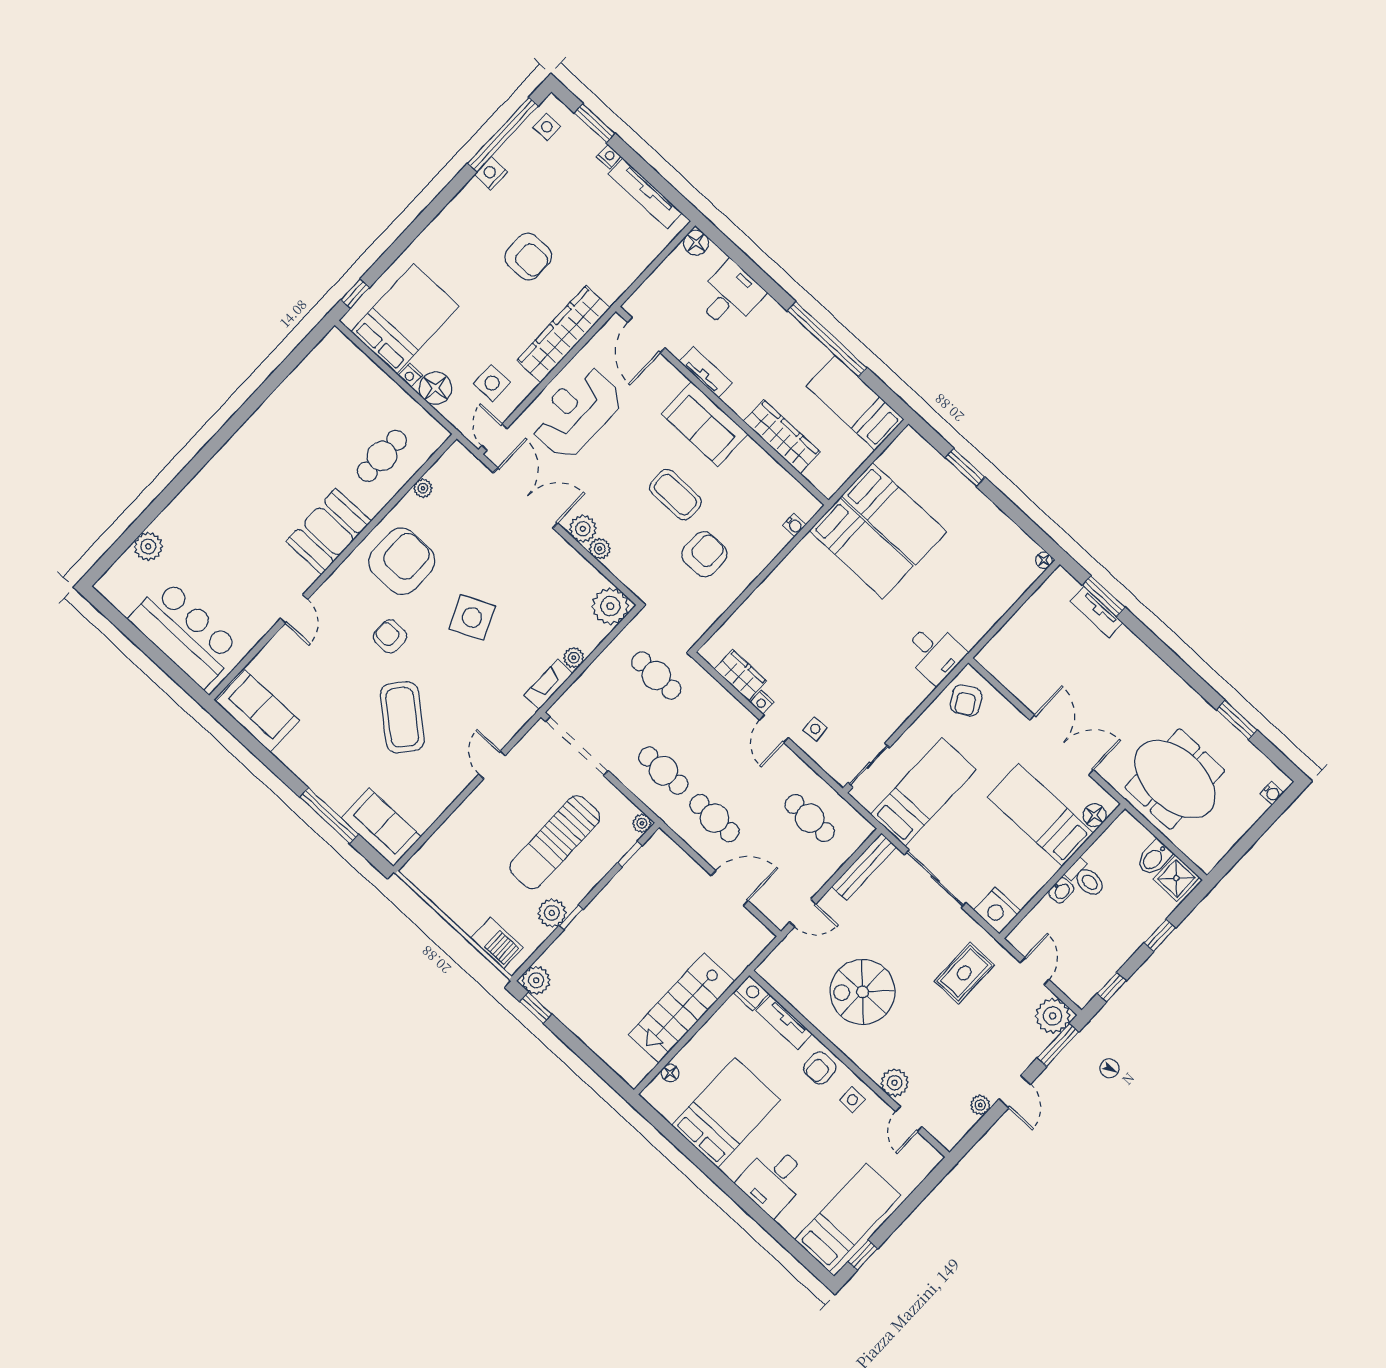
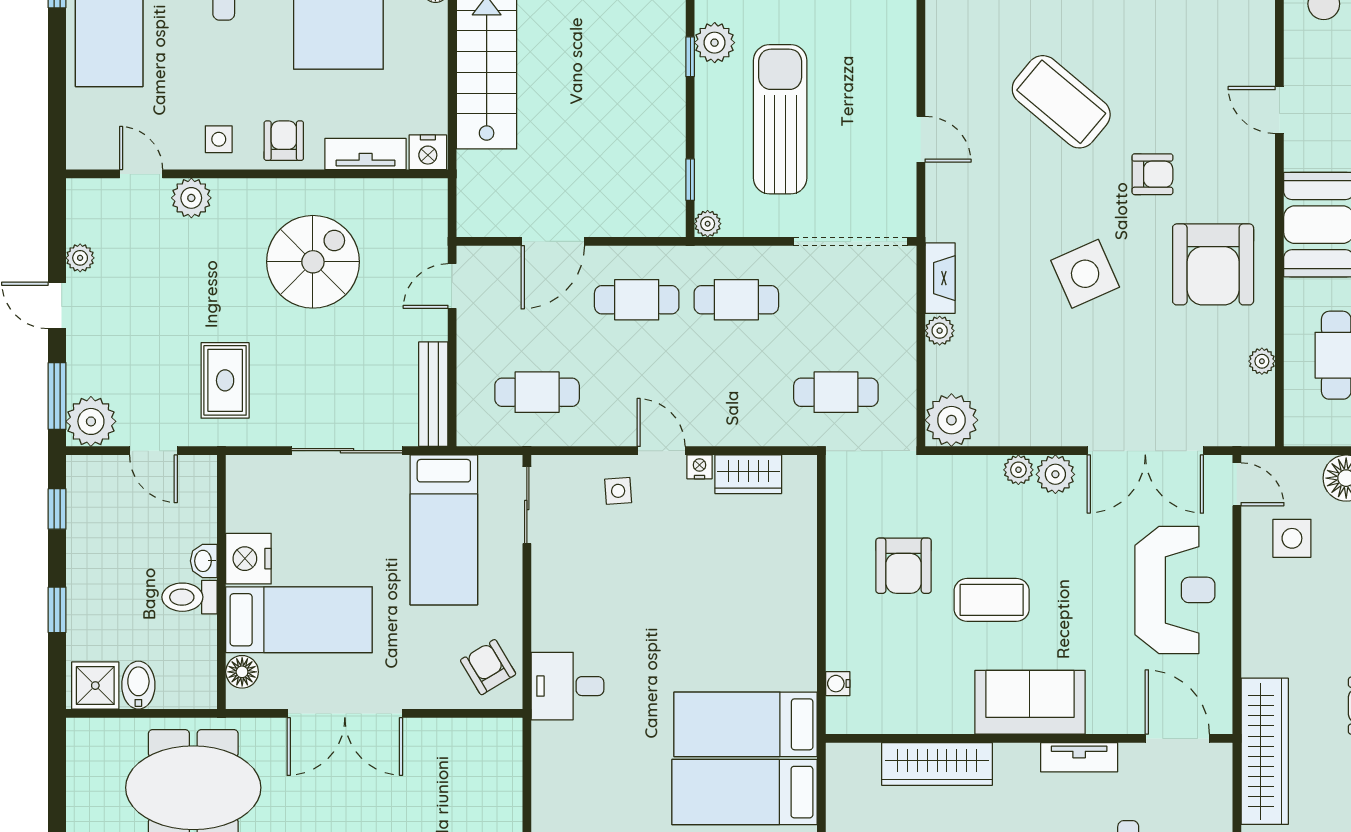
wardrobe: (563, 334) -> (1265, 751), moved
nightstand: (997, 911) -> (248, 559), moved, turned -90

